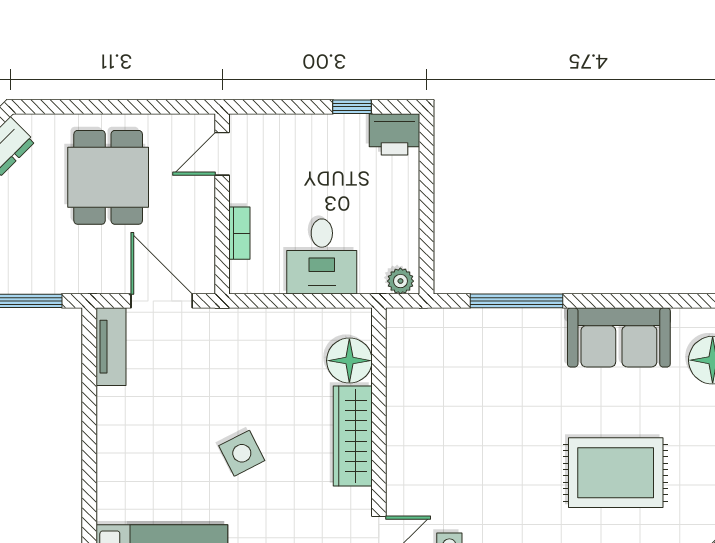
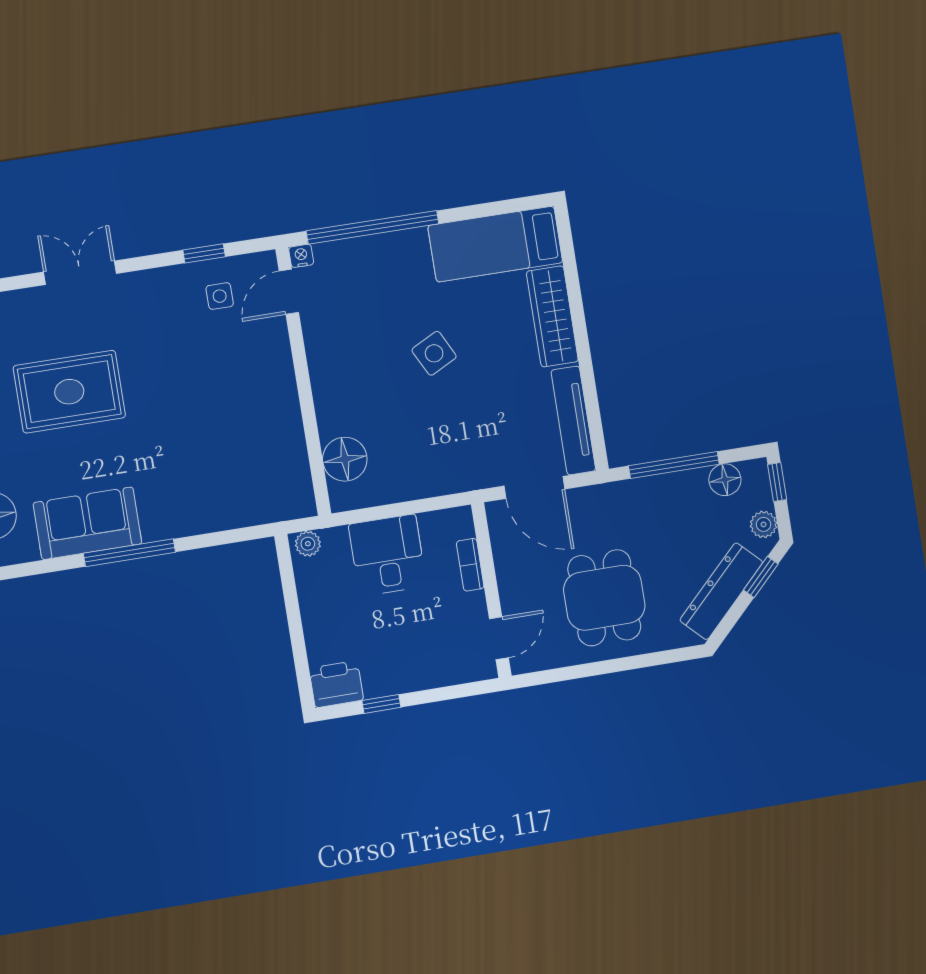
window: (516, 301) -> (129, 553), moved
tv unit: (111, 347) -> (573, 420), width x1.41
wardrobe: (353, 436) -> (552, 316), moved, turned 180

